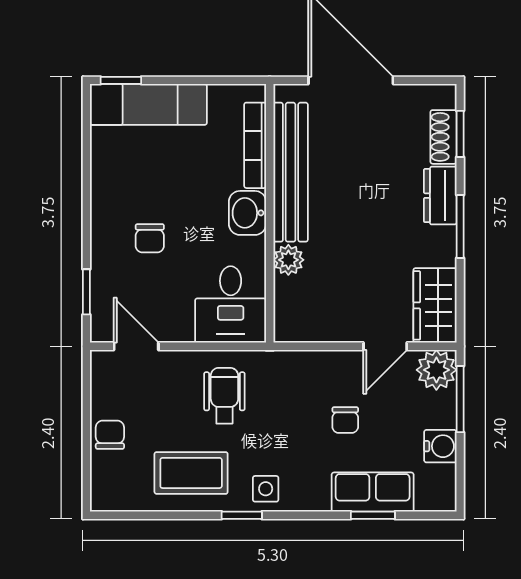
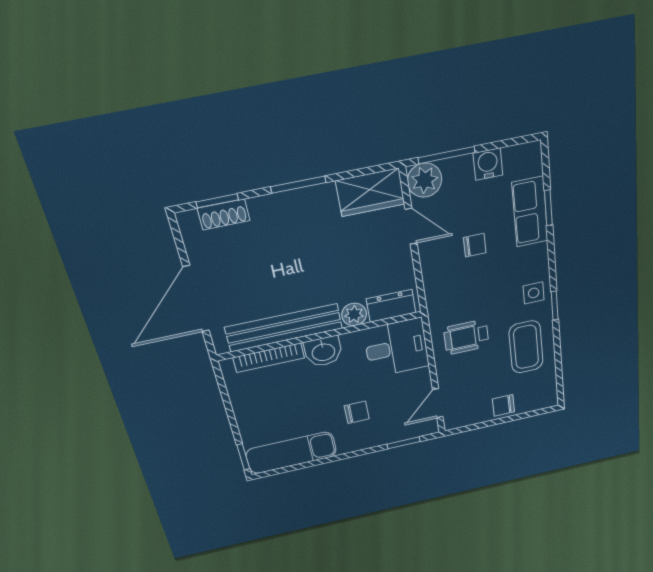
exam couch: (148, 104) -> (291, 453), moved, turned -90
dresser: (440, 196) -> (391, 306), moved, turned 180

